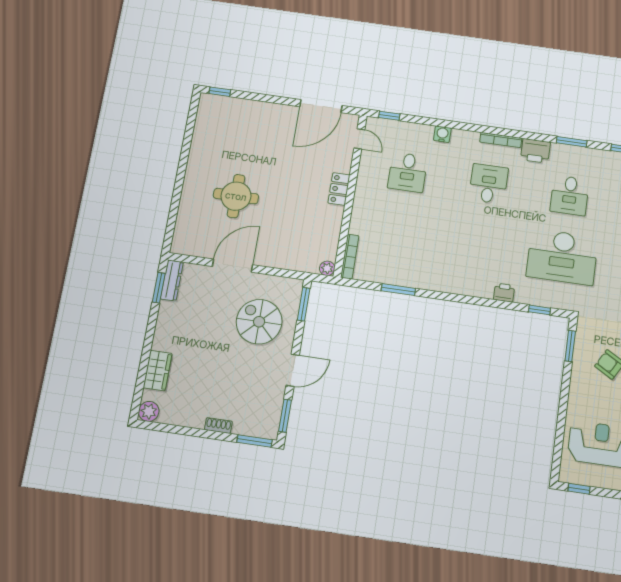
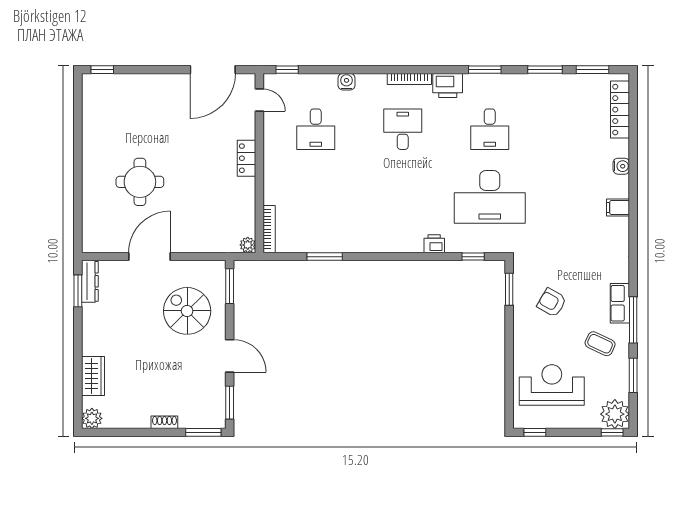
door: (293, 370) -> (230, 356), hinge flipped

